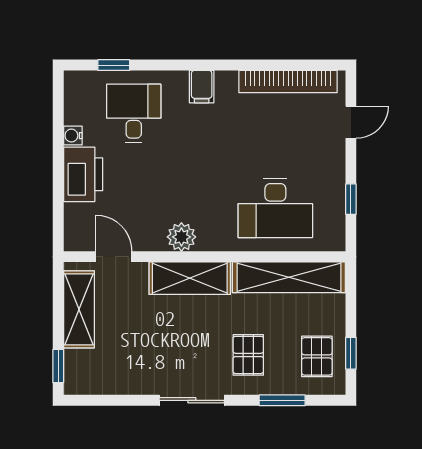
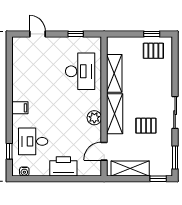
bookcase: (288, 82) -> (17, 65), removed
water cooler: (73, 136) -> (24, 171), moved
shelving: (289, 277) -> (114, 73), width x0.68
pallet: (248, 355) -> (146, 126), moved
window: (282, 400) -> (175, 158), moved

